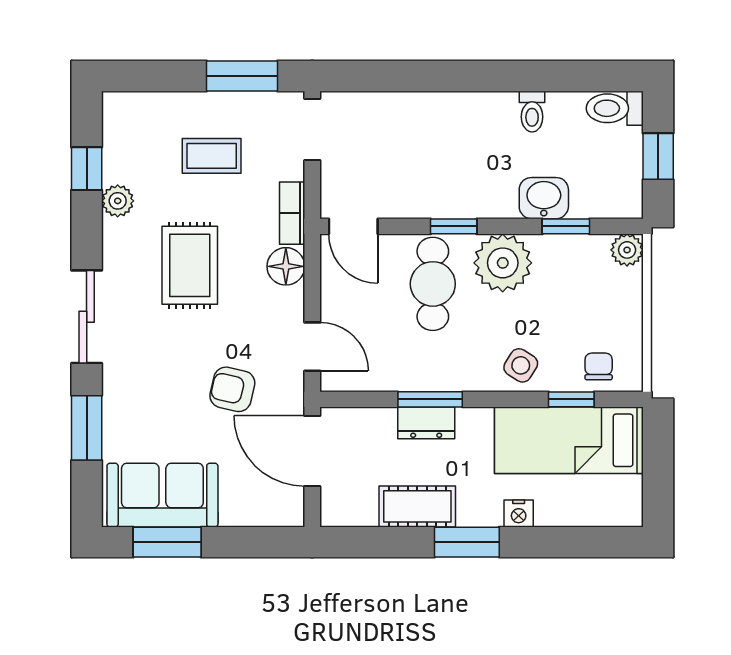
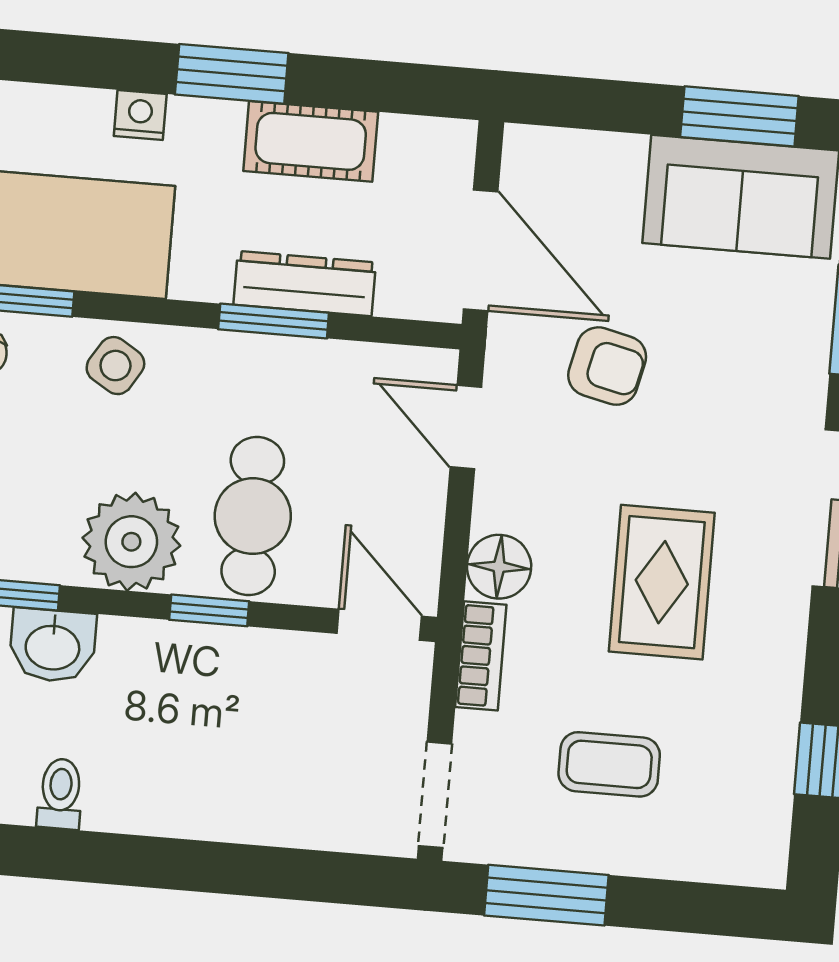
plant: (118, 201) -> (775, 701), removed
dresser: (426, 423) -> (305, 284), width x1.44

